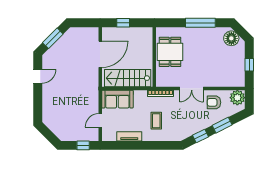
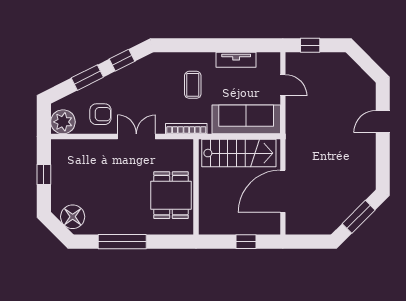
door: (38, 76) -> (383, 122), moved
sofa: (117, 99) -> (246, 119), width x1.36
door: (100, 120) -> (283, 85), hinge flipped

